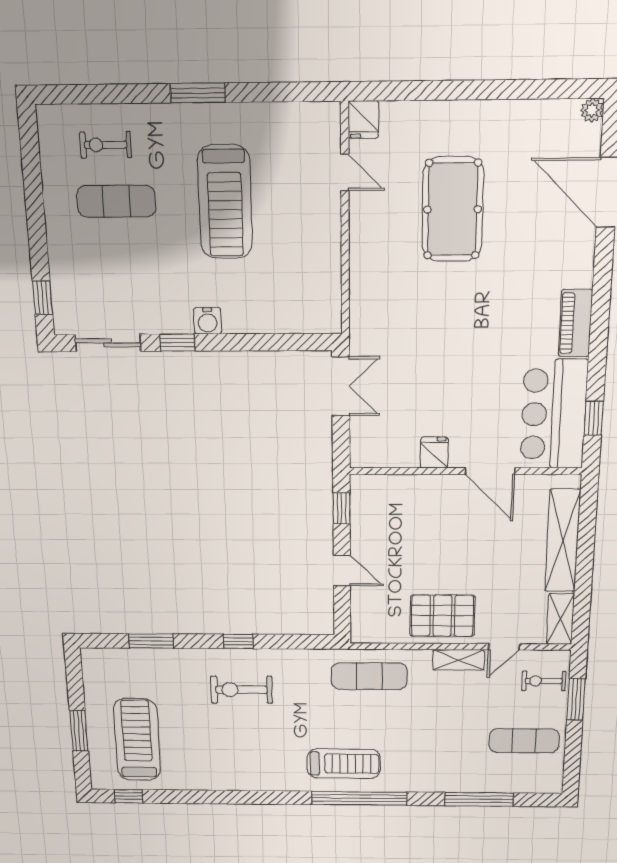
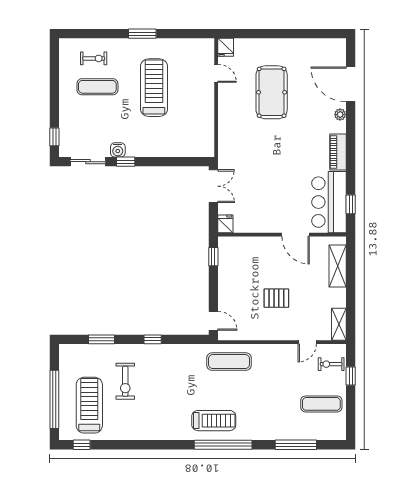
plant: (592, 110) -> (340, 115), moved
exercise bike: (106, 145) -> (94, 58), turned 180
treadmill: (225, 202) -> (154, 88), turned 180
water cooler: (208, 321) -> (118, 150), moved
fridge: (434, 453) -> (225, 224), moved
shelving: (563, 541) -> (338, 266), width x0.68
door: (342, 570) -> (213, 321), moved
pallet: (442, 616) -> (276, 298), moved, width x0.67, depth x0.71
shelving: (458, 660) -> (281, 351), removed
exercise bike: (241, 690) -> (125, 381), moved, turned -90
window: (576, 699) -> (351, 376), width x0.67
window: (79, 731) -> (54, 399), width x2.11

